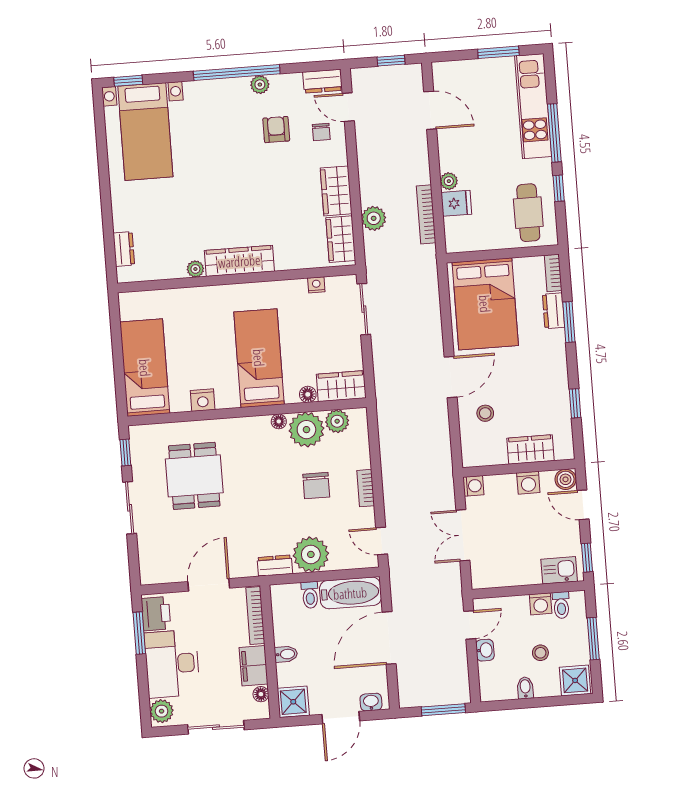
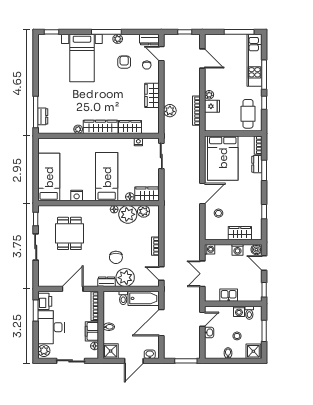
window: (498, 52) -> (239, 32), width x1.44
window: (237, 72) -> (106, 32), width x0.68
bed with nightstands: (145, 132) -> (82, 58), moved
wardrobe: (341, 239) -> (130, 127), moved, turned 90
window: (109, 241) -> (36, 112), added
chair: (316, 486) -> (116, 257), moved
kitchen sink: (559, 570) -> (229, 295), moved

